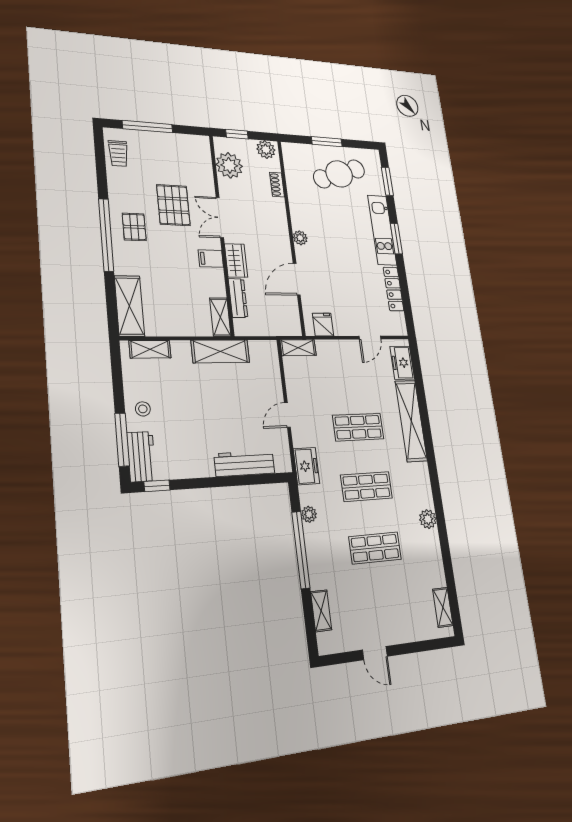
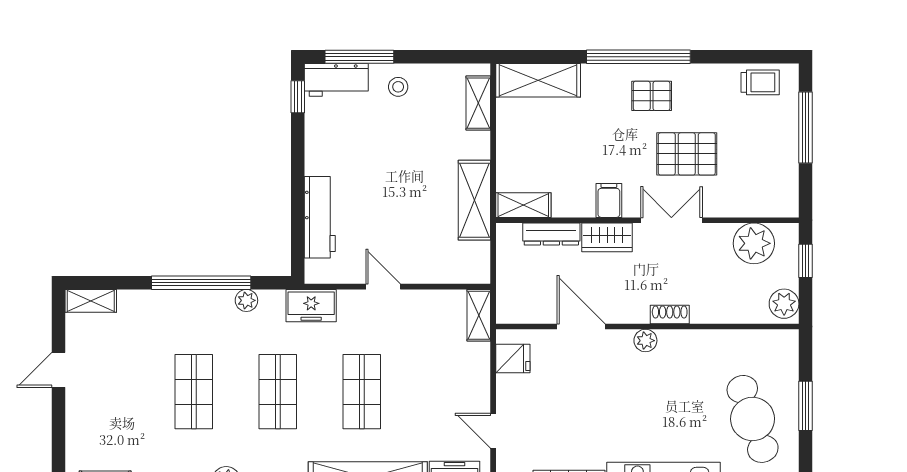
trolley: (118, 153) -> (760, 82), turned 180
shoe rack: (277, 185) -> (670, 314), moved
shelving: (321, 611) -> (91, 301), moved

